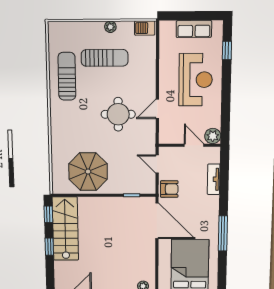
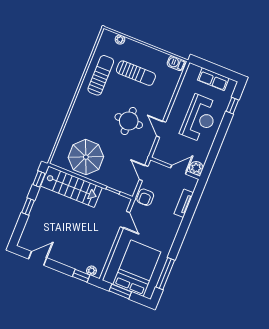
plant: (110, 27) -> (120, 39), moved
door: (157, 109) -> (161, 129), hinge flipped
door: (194, 145) -> (179, 170), hinge flipped
armchair: (169, 189) -> (145, 197), turned 90
door: (157, 221) -> (125, 220), width x0.53
stairs: (65, 229) -> (71, 187), moved, turned 90
window: (223, 233) -> (165, 274), moved

